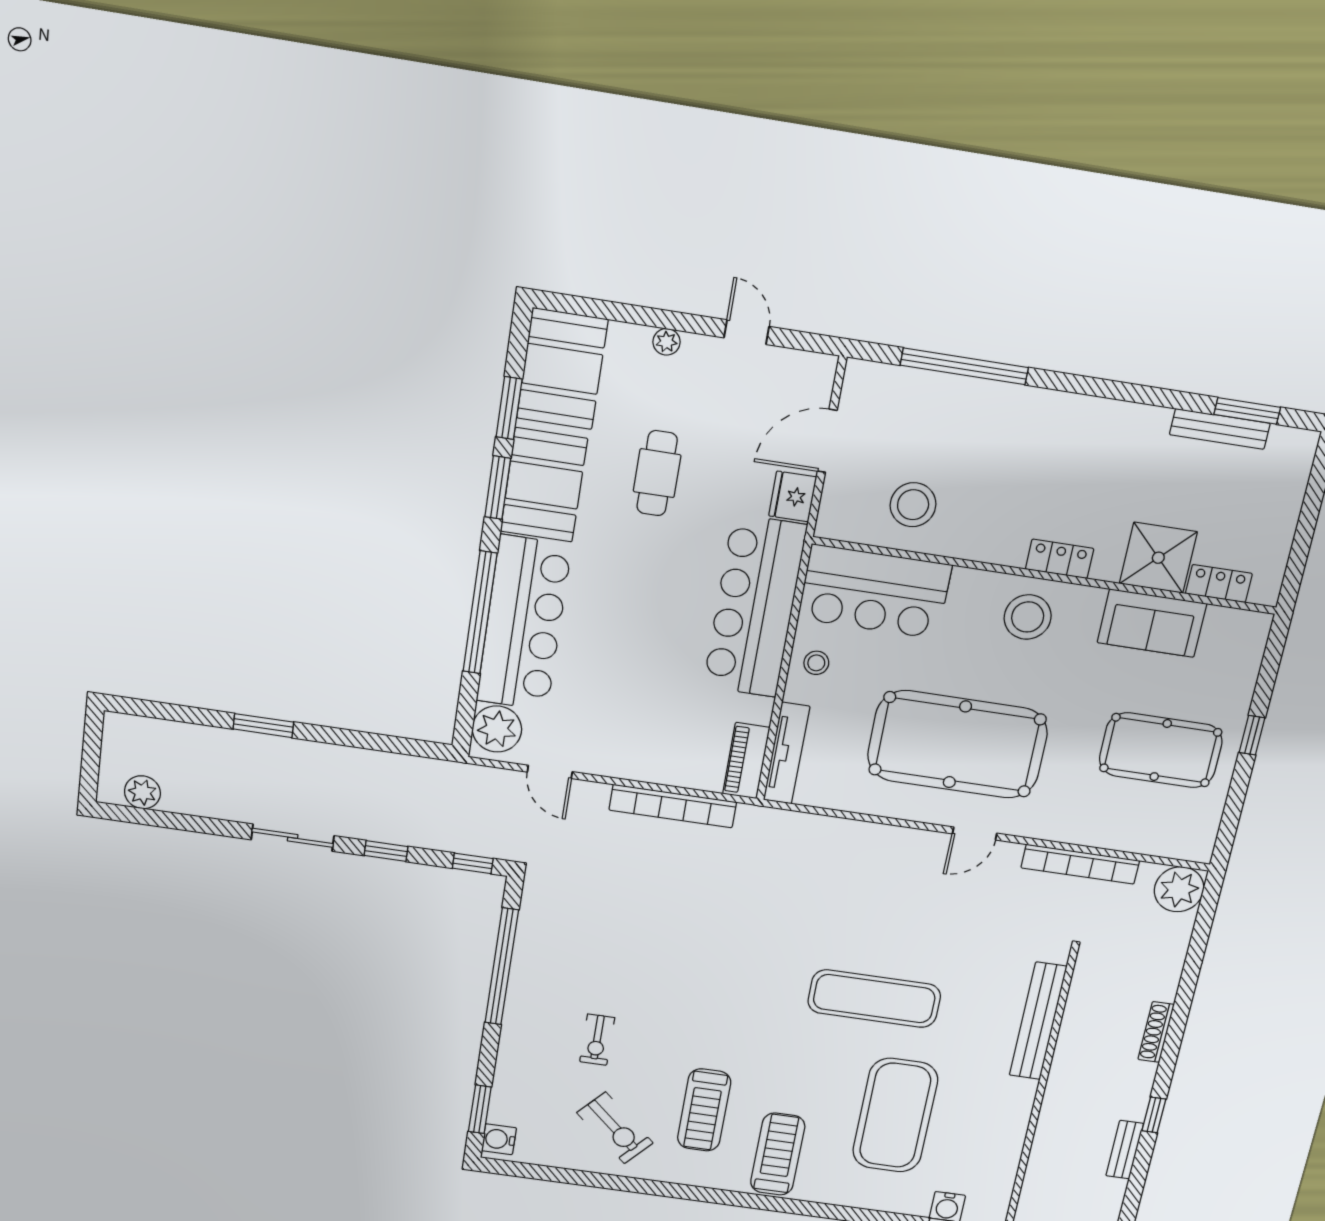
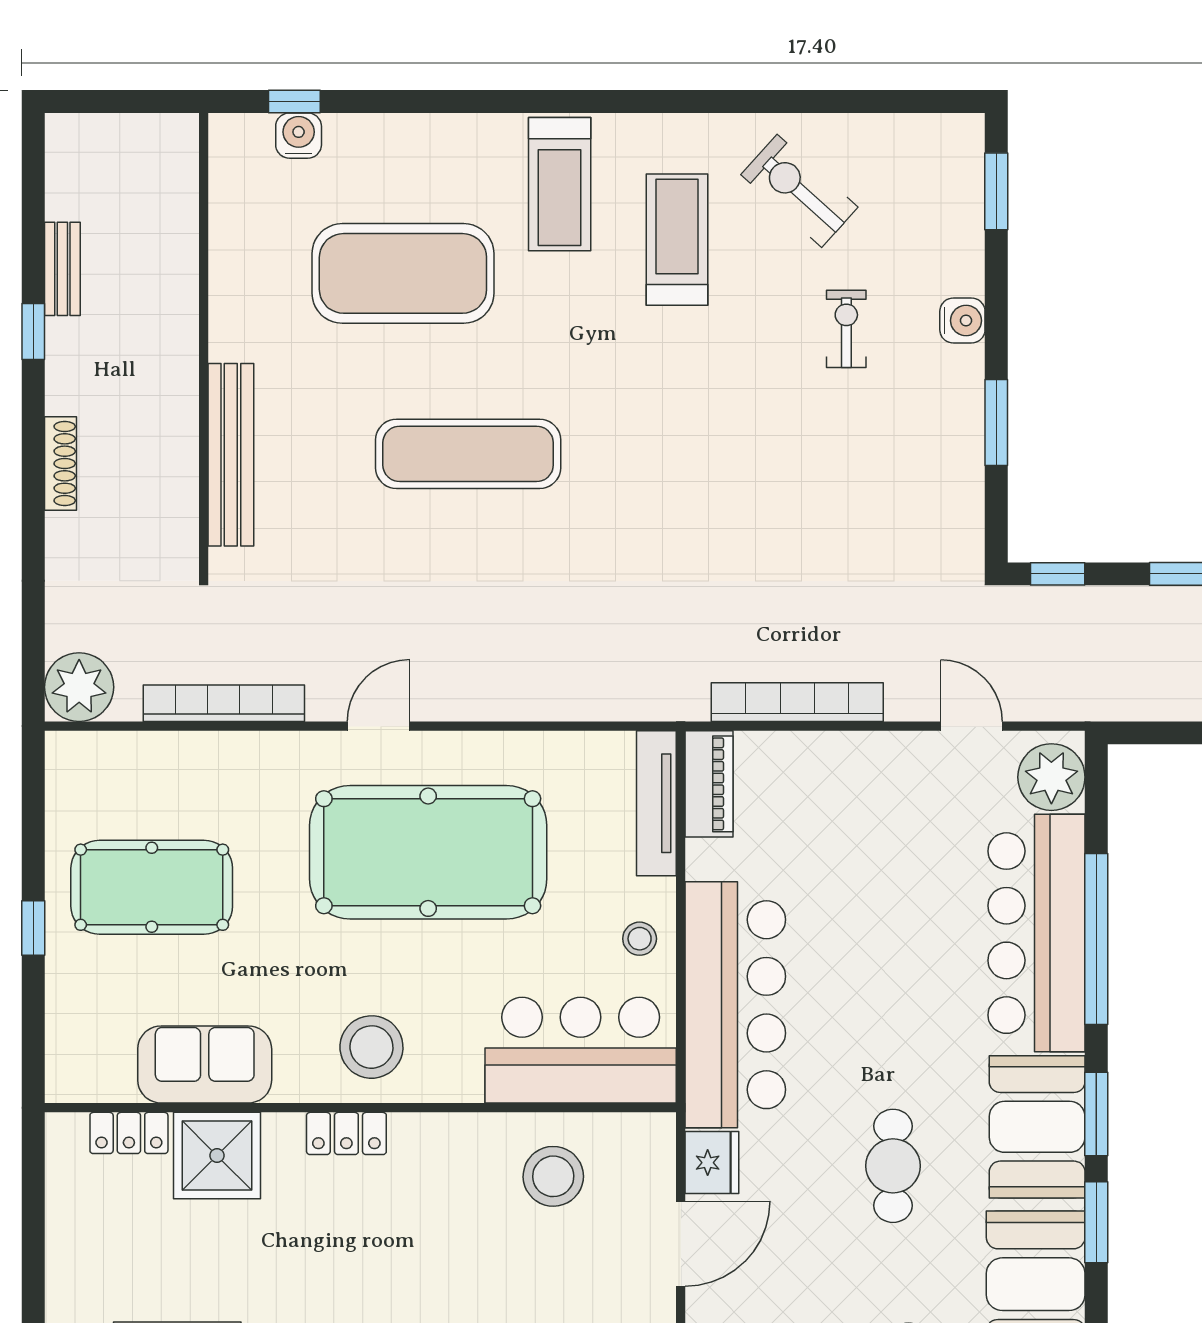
window: (502, 967) -> (996, 423), width x0.47
exercise mat: (895, 1115) -> (403, 273), turned 90
water cooler: (499, 1139) -> (962, 321), moved

